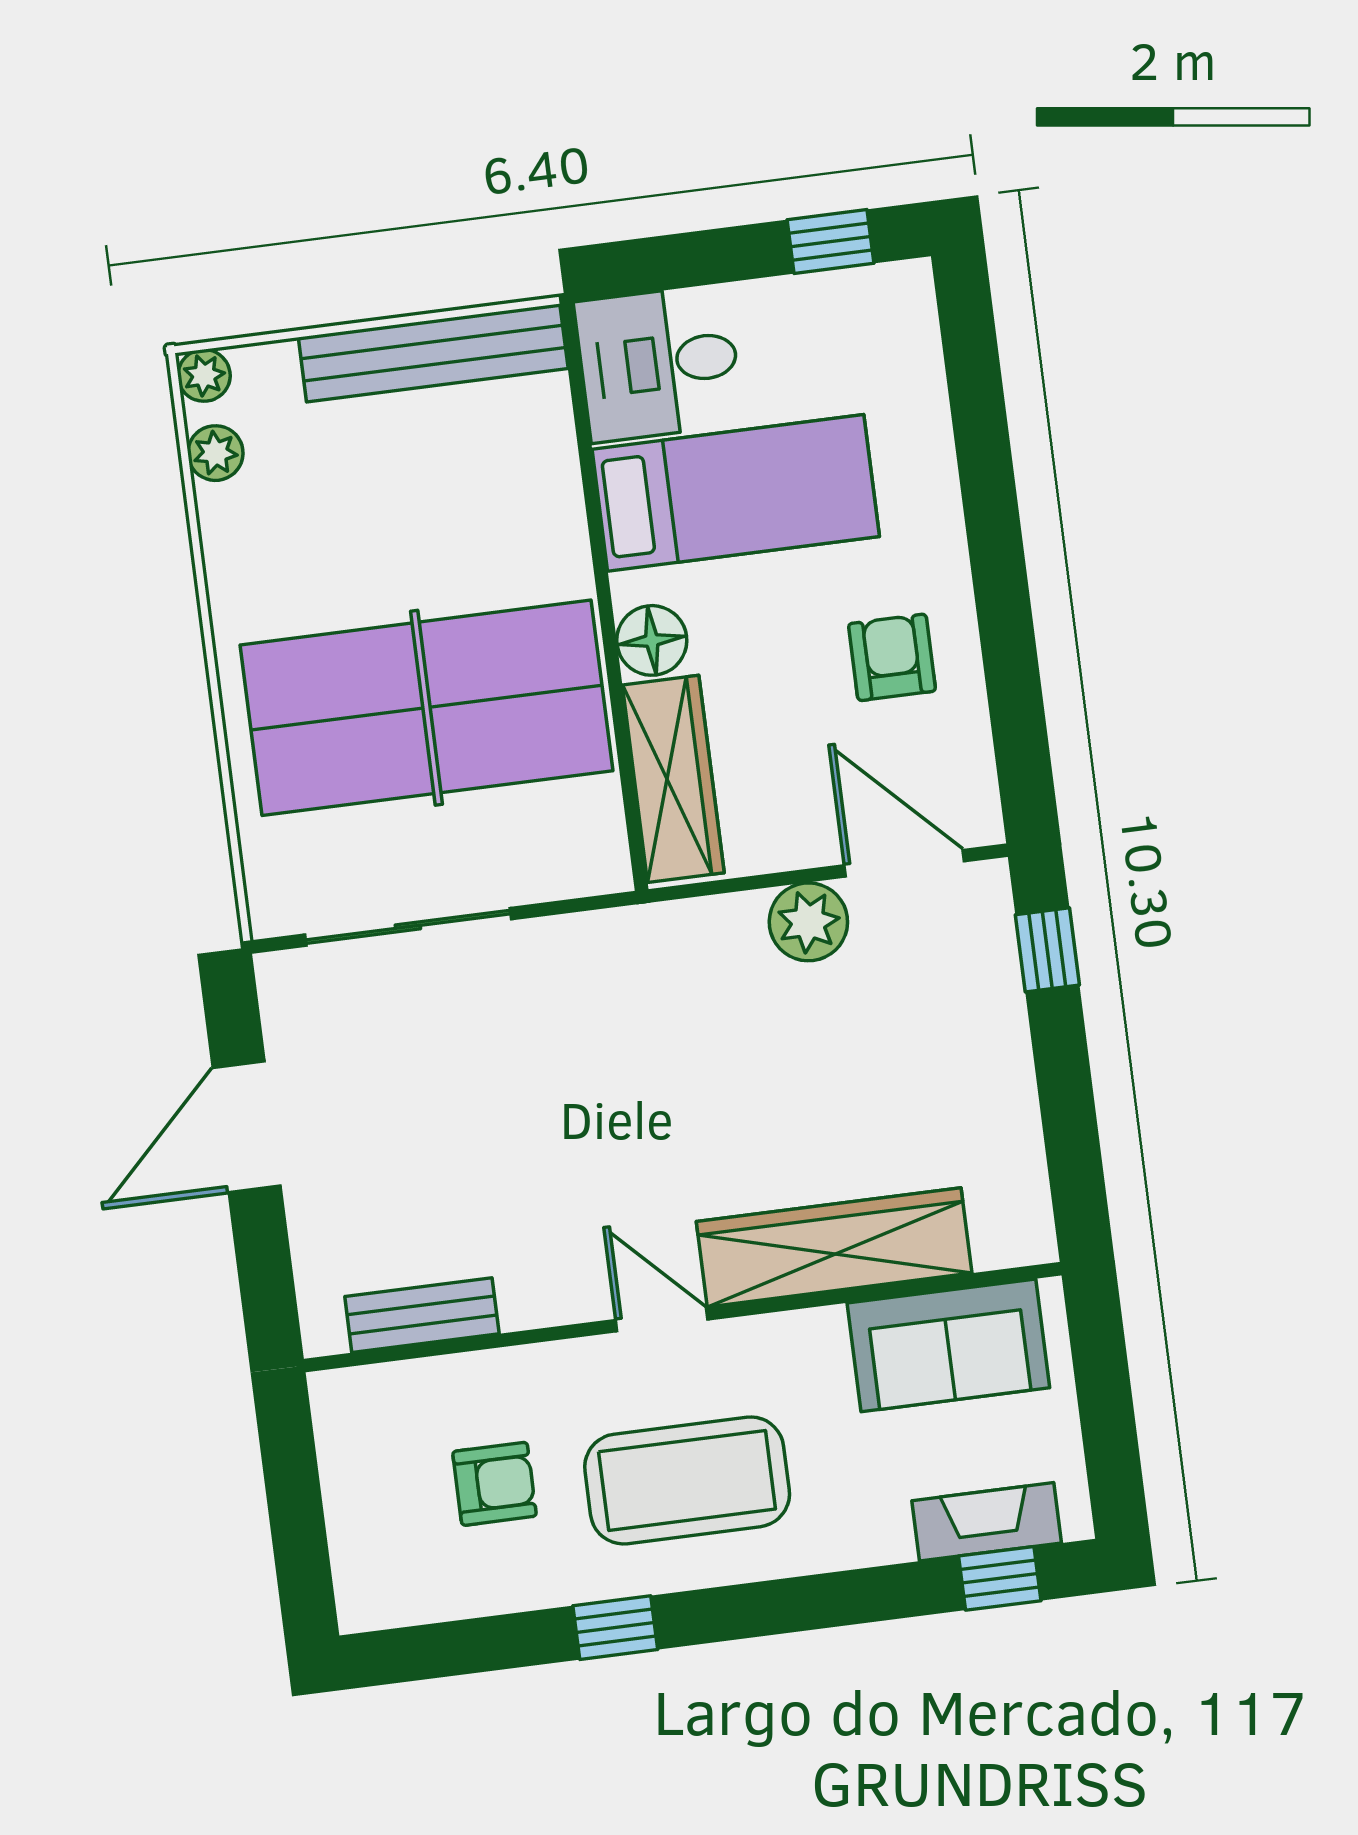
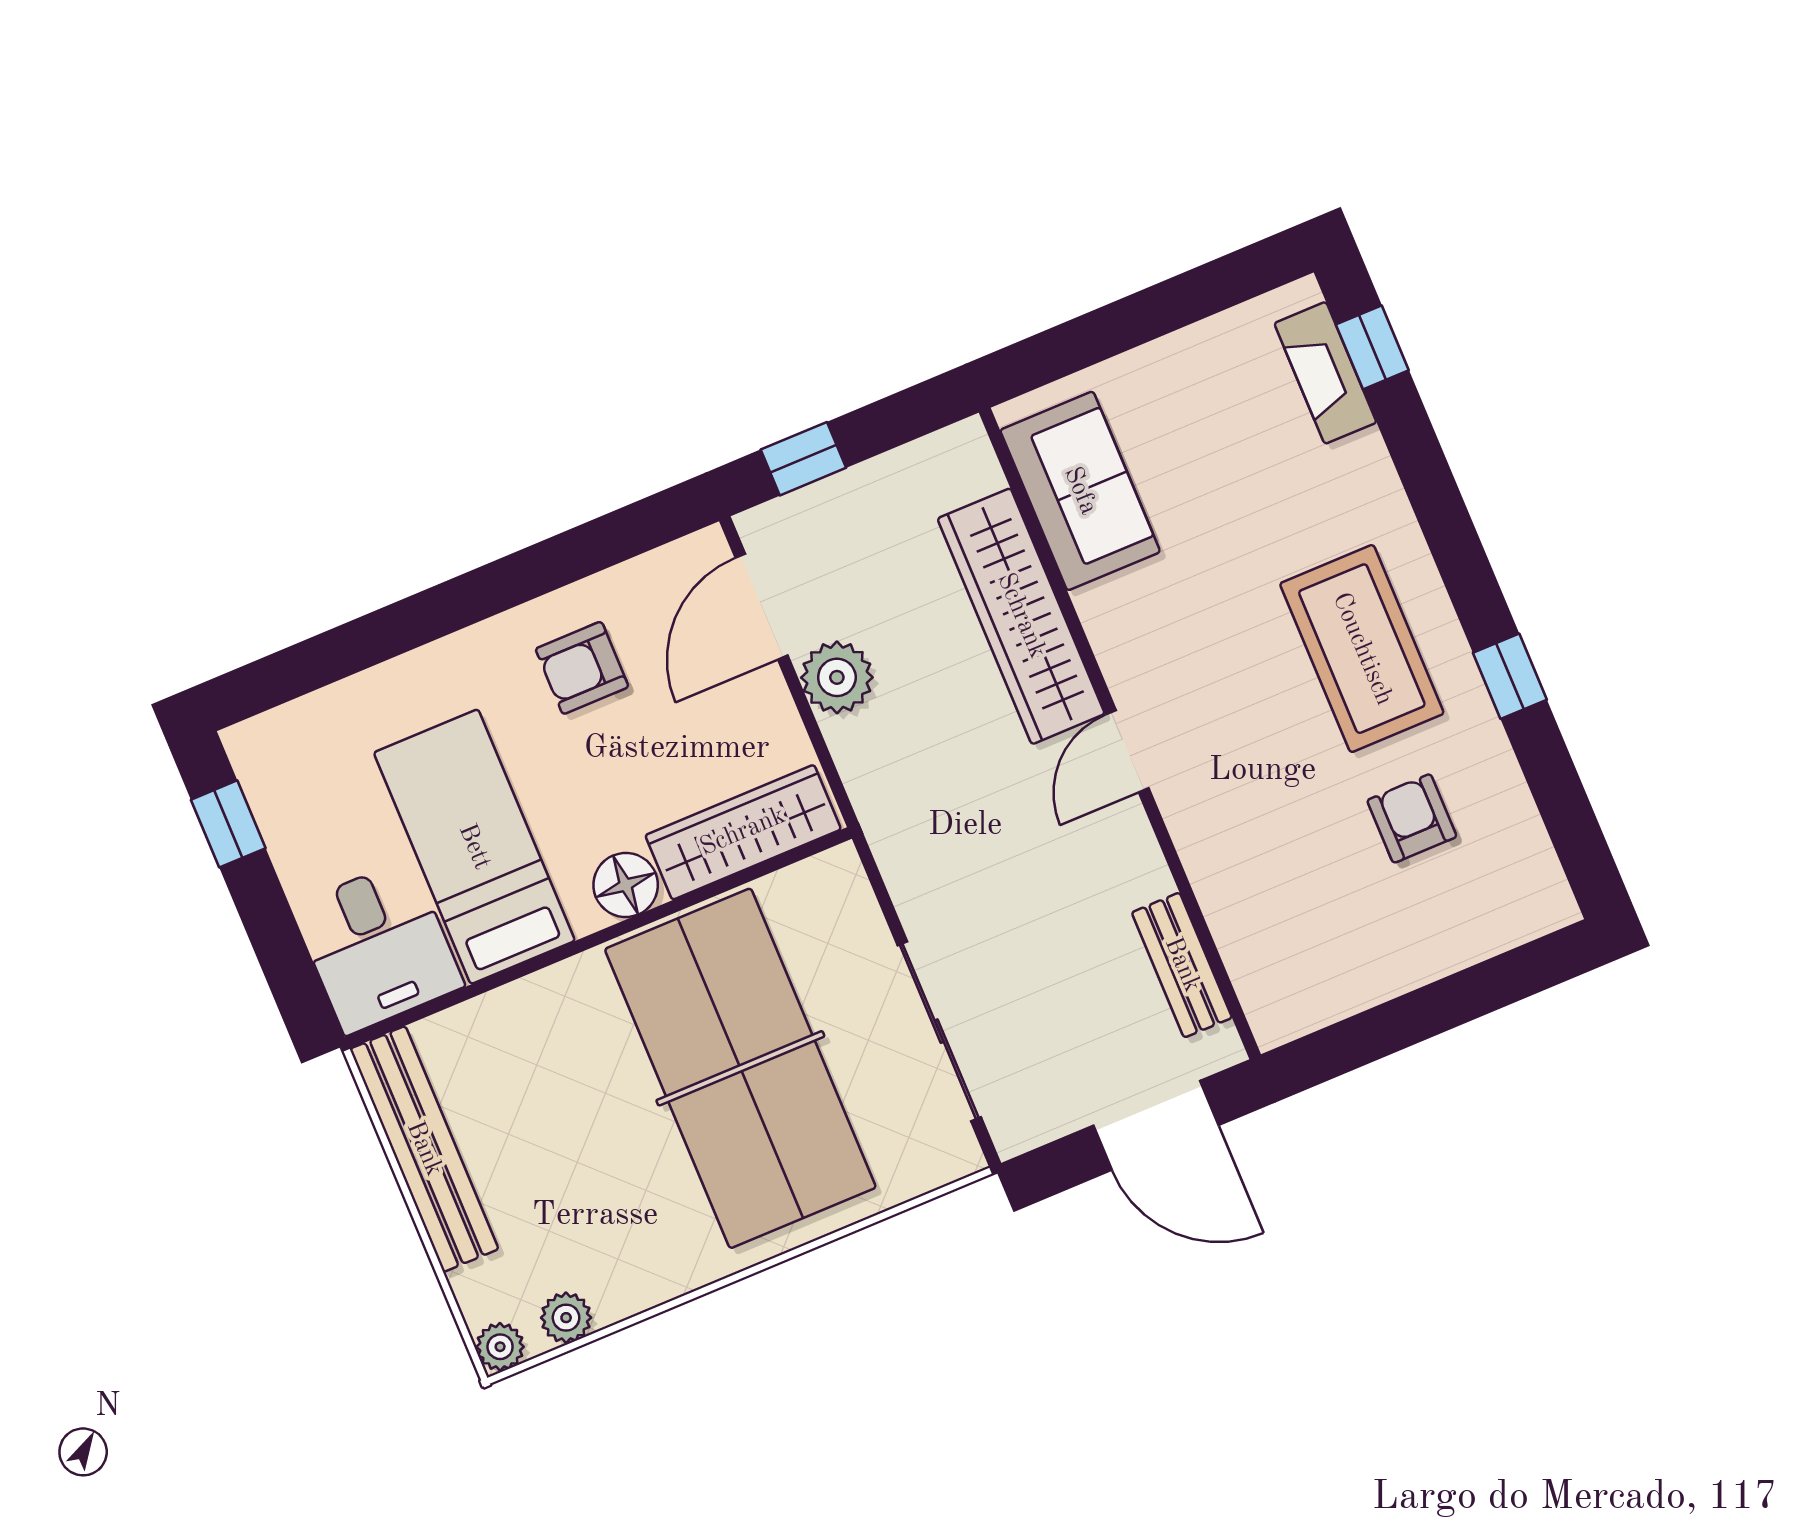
wardrobe: (834, 1247) -> (1021, 616), moved
bench: (422, 1315) -> (1182, 965), moved
wall: (683, 1317) -> (1120, 733), moved
door: (662, 1320) -> (1127, 751), moved
sofa: (948, 1345) -> (1080, 491), moved

